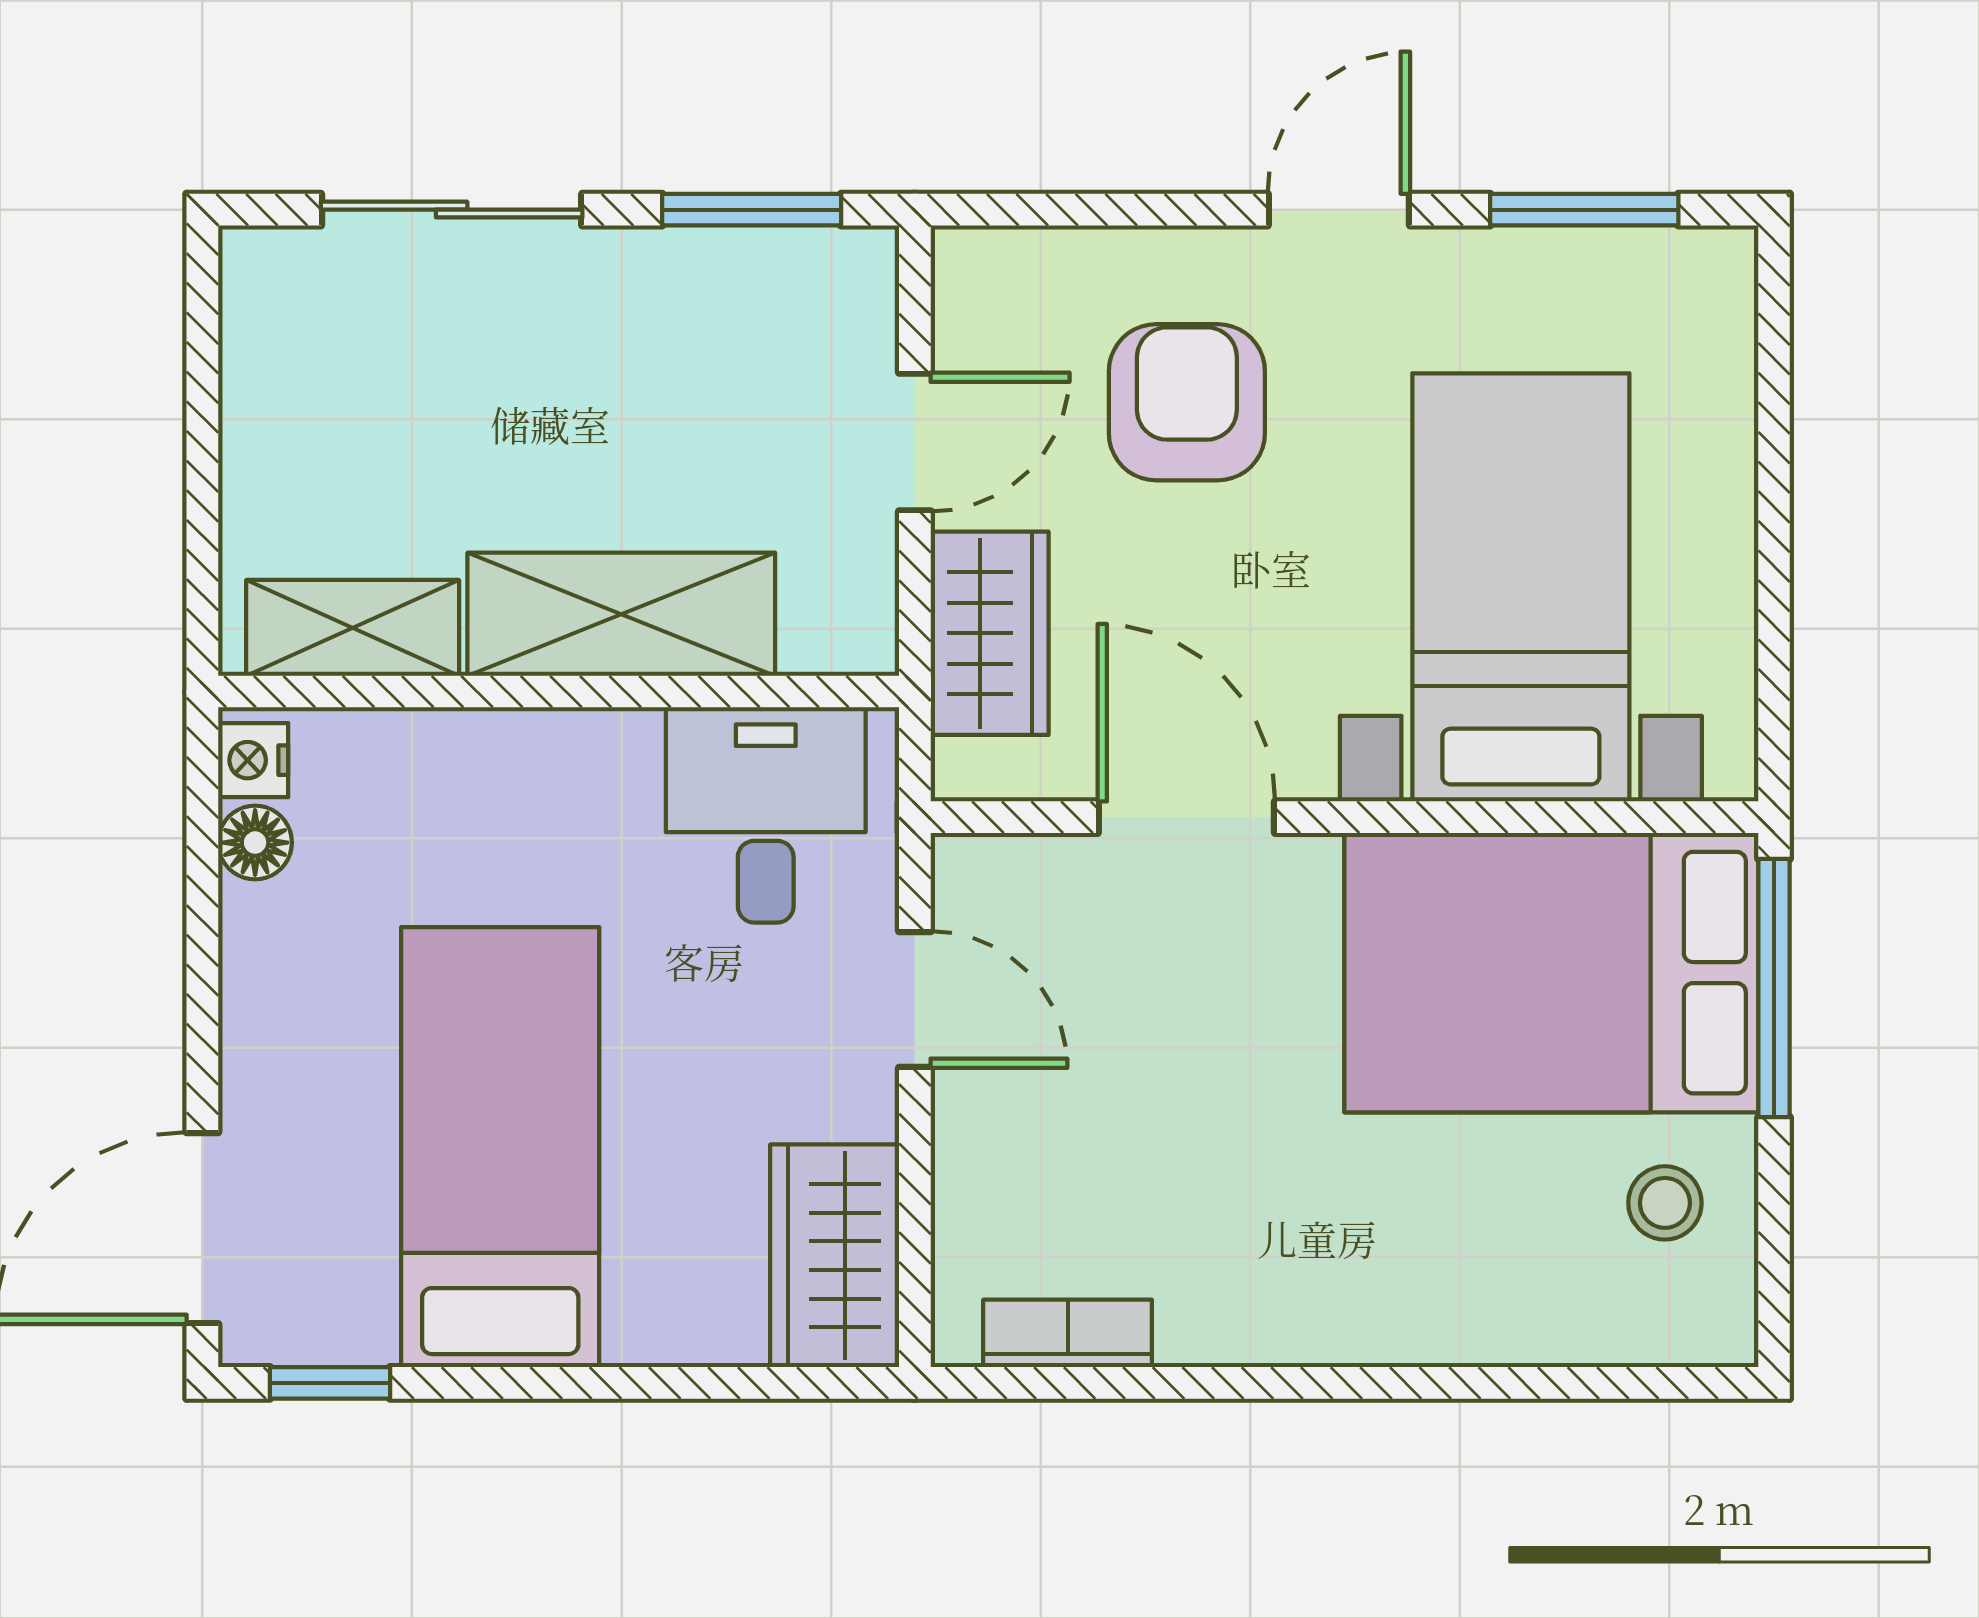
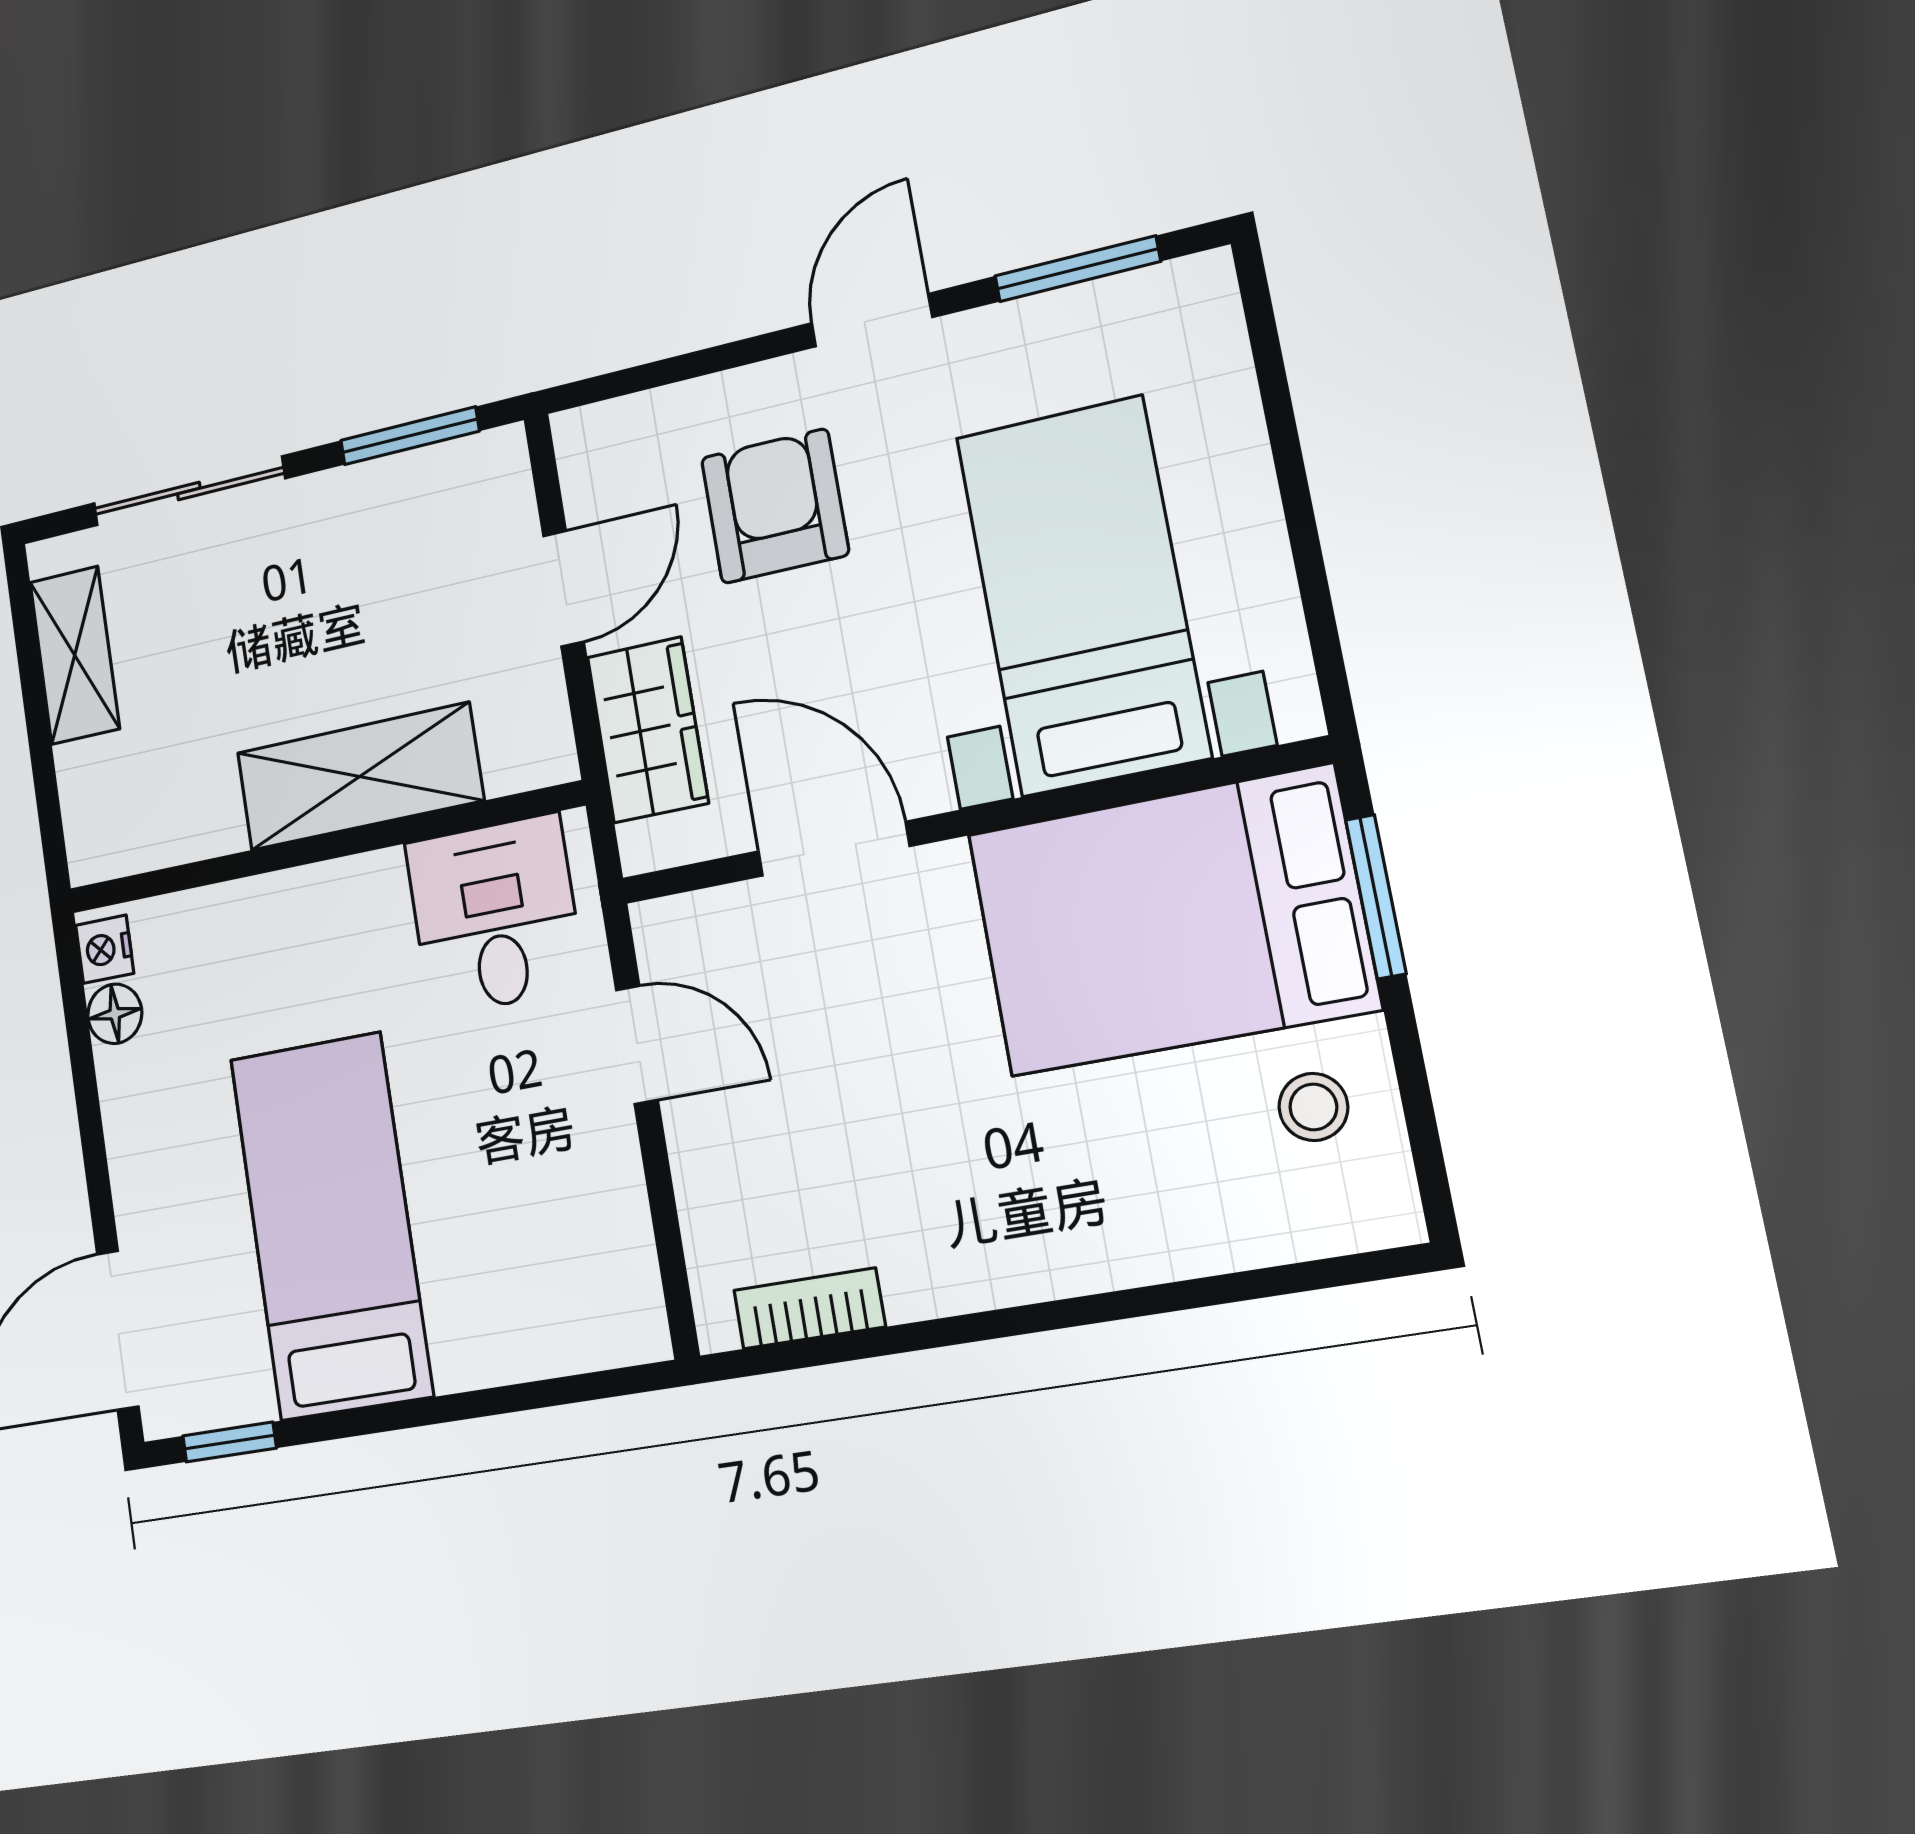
shelving: (353, 628) -> (75, 655), moved, turned 90
window: (1774, 988) -> (1376, 897), width x0.69
wardrobe: (835, 1256) -> (607, 1272), removed

